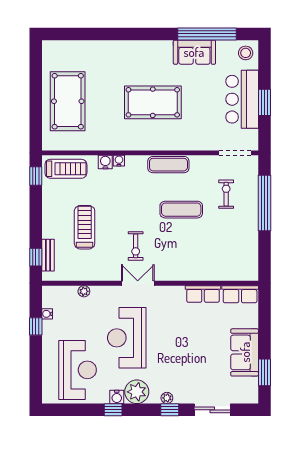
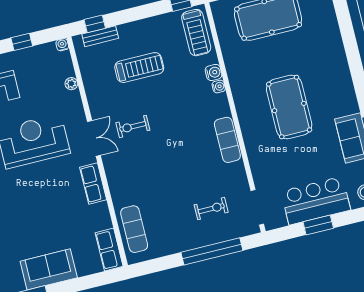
exercise mat: (181, 210) -> (134, 229), moved
row of seats: (203, 294) -> (93, 183), moved
water cooler: (47, 314) -> (62, 45), moved

